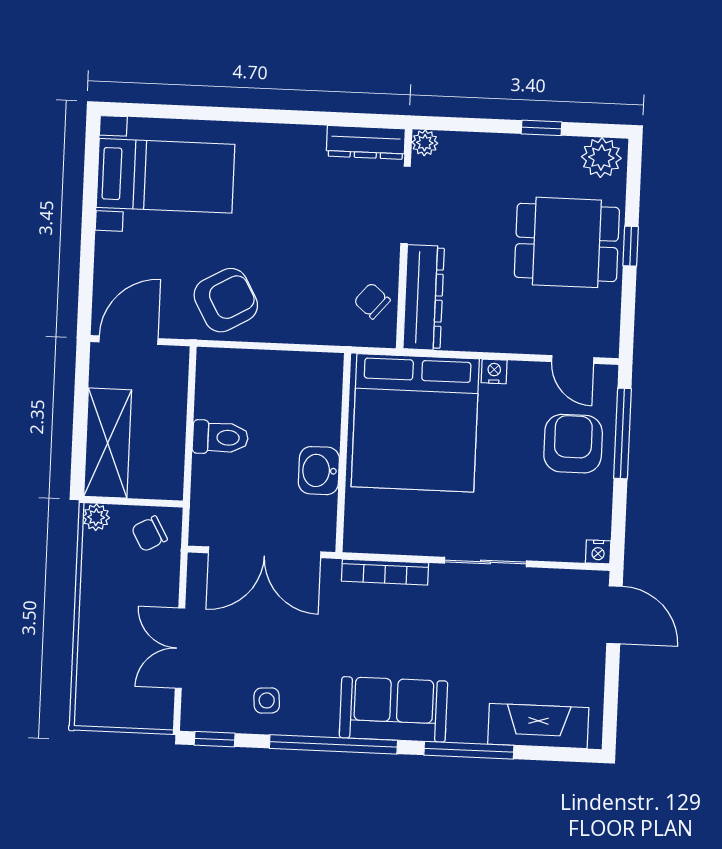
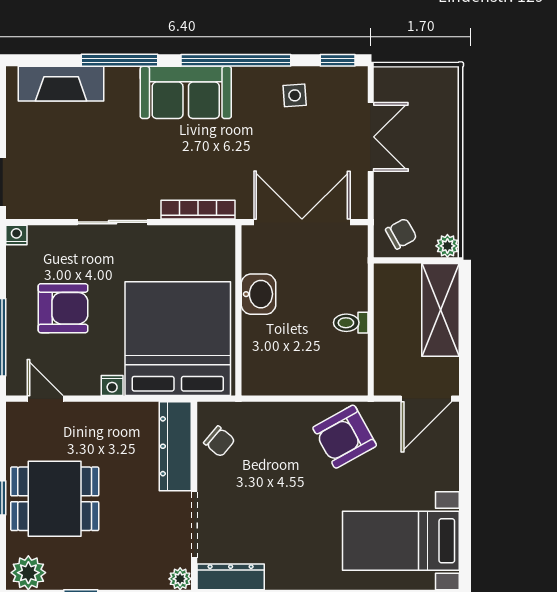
toilet: (220, 437) -> (351, 323), width x0.73, depth x0.72
armchair: (573, 444) -> (63, 308), moved, turned -90

